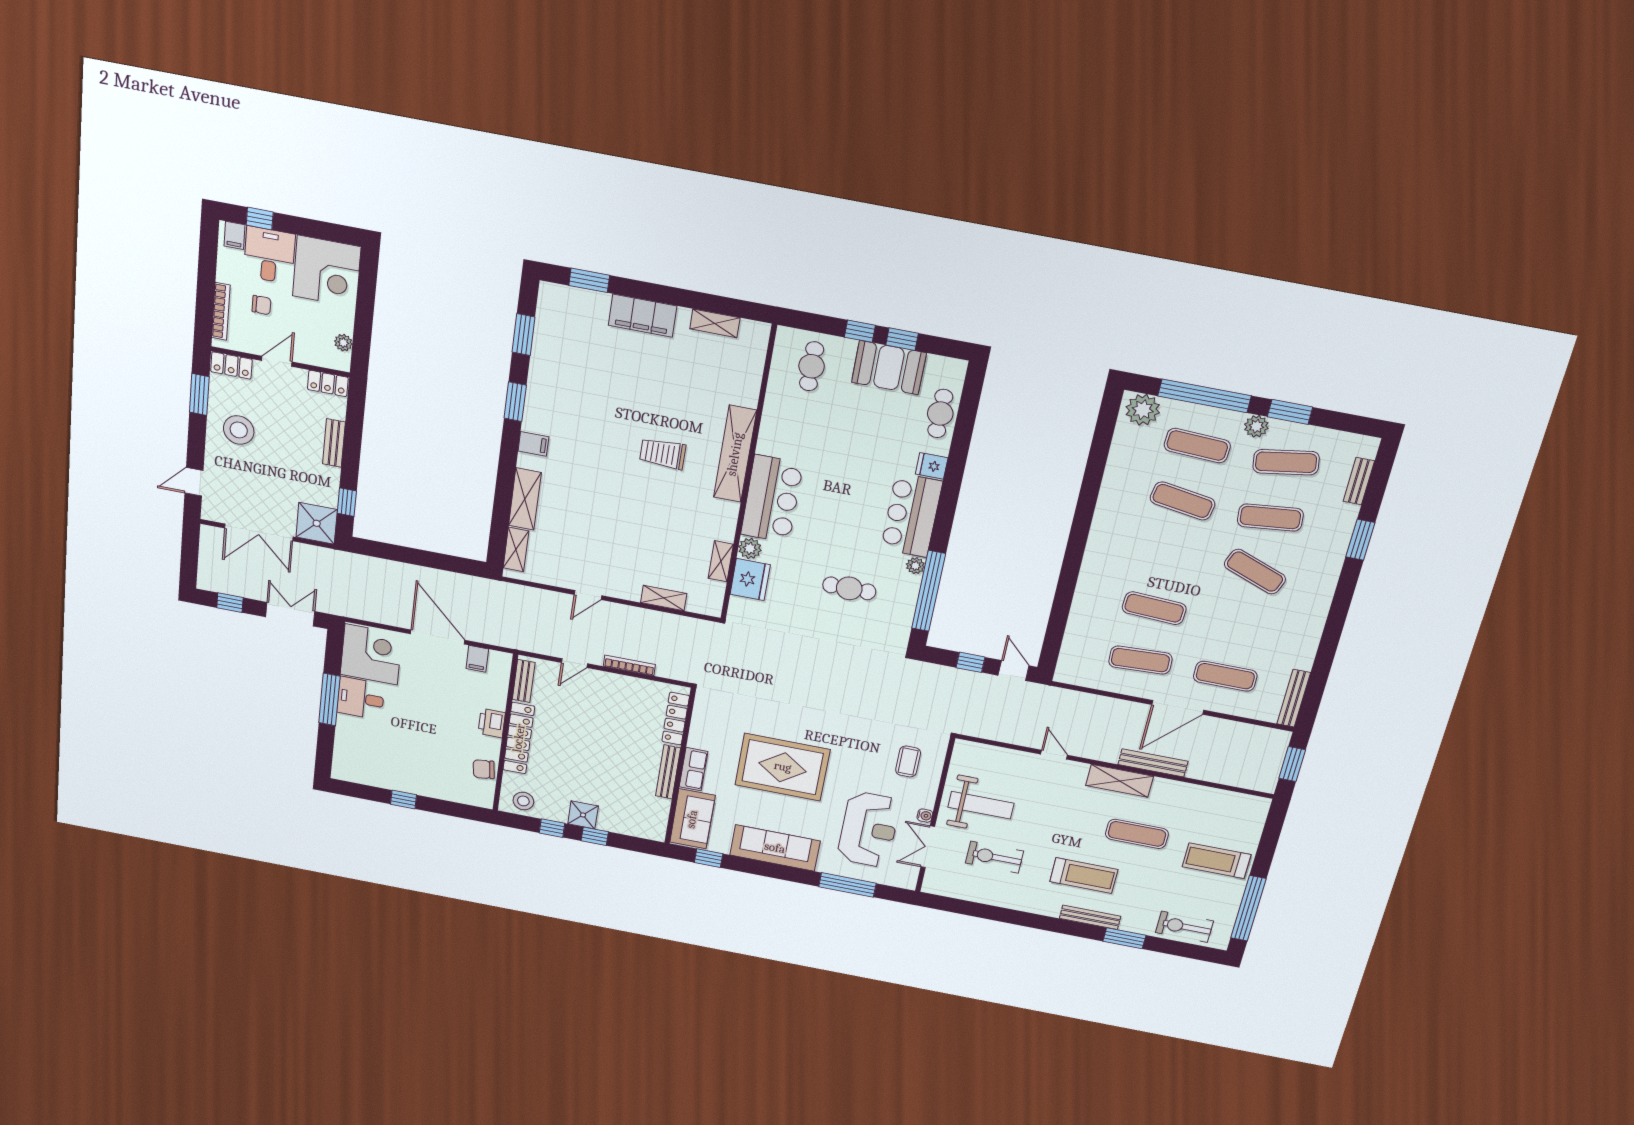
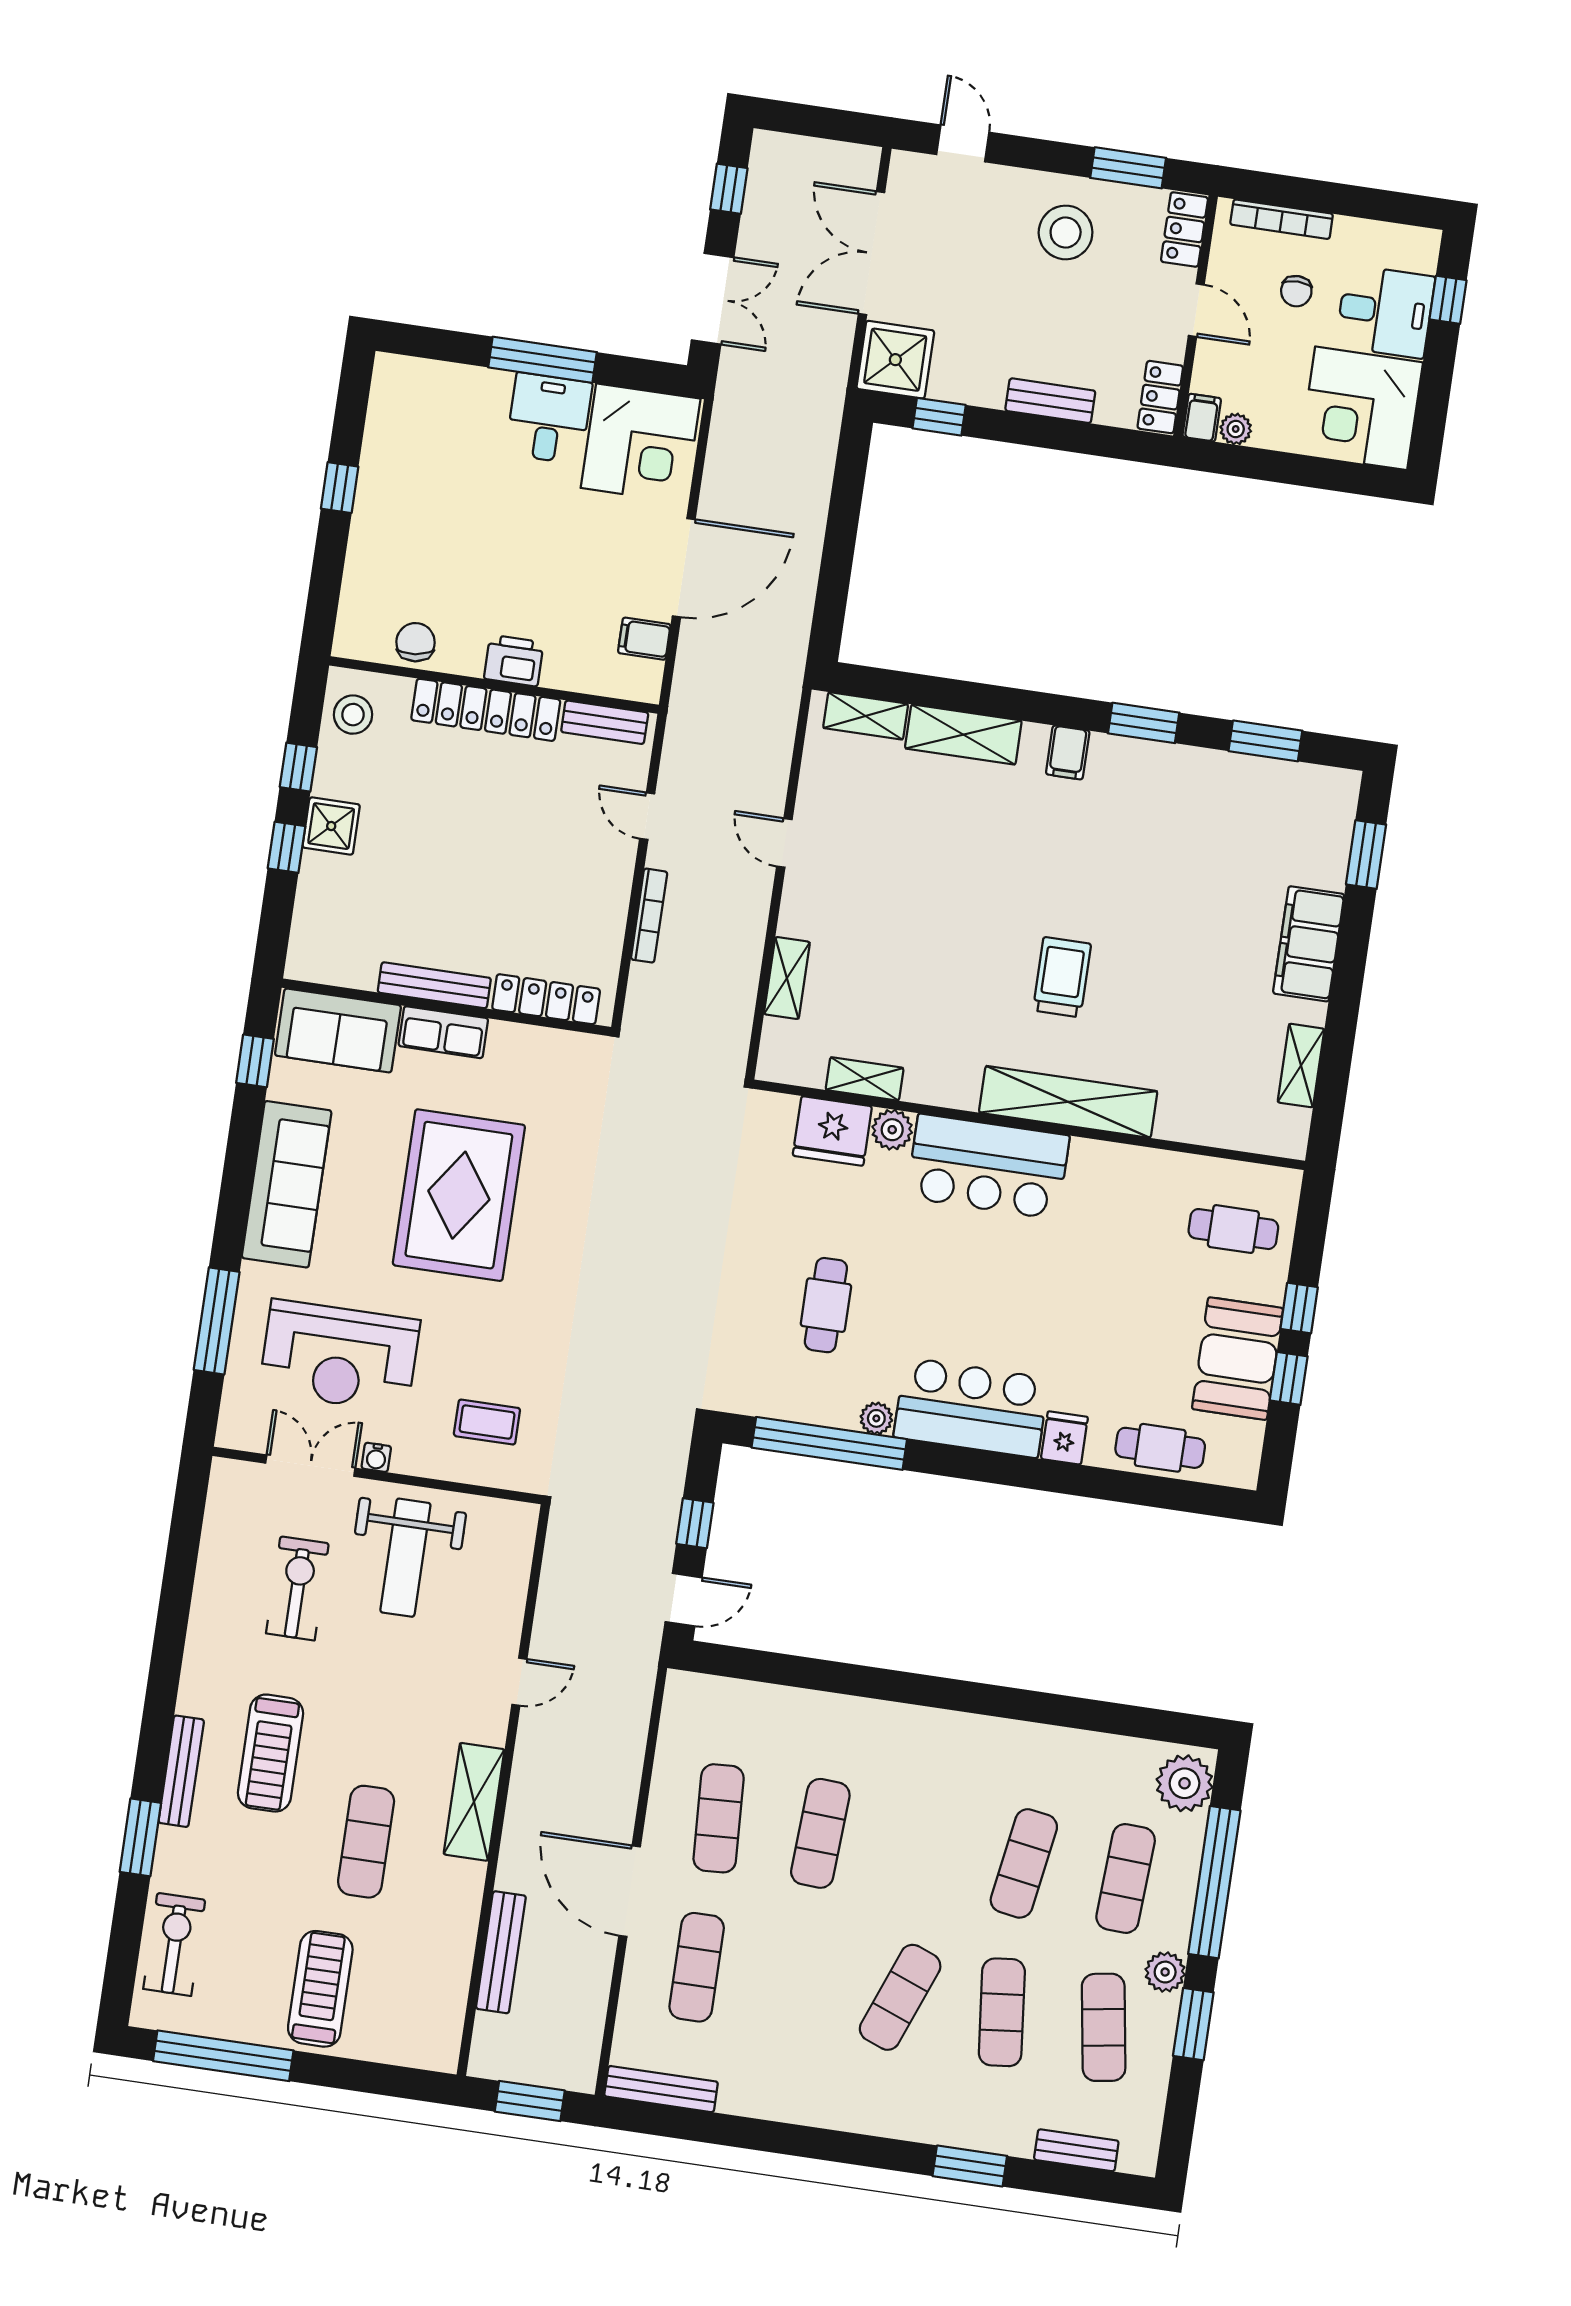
filing cabinet: (235, 235) -> (1202, 418), moved, turned 90
bench: (1153, 763) -> (501, 1952), moved

